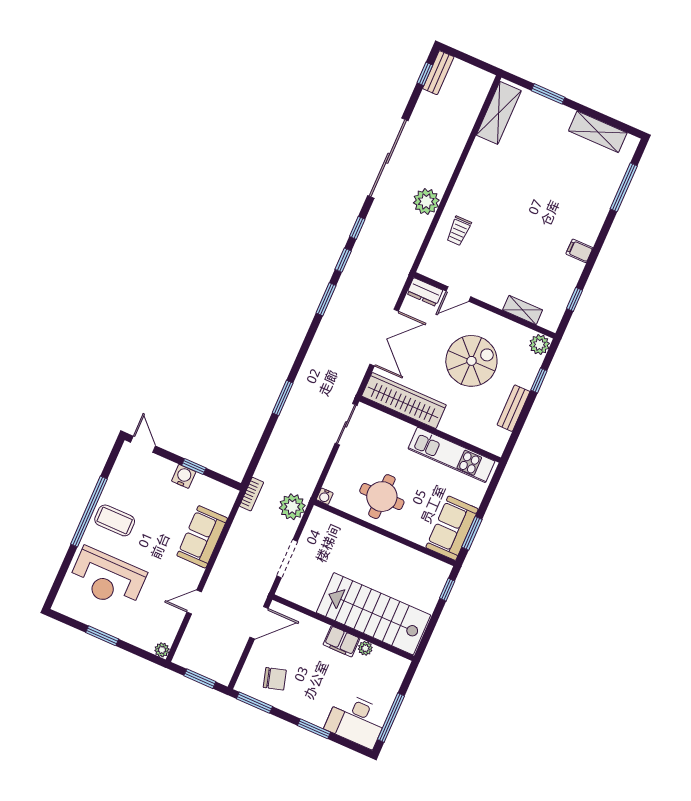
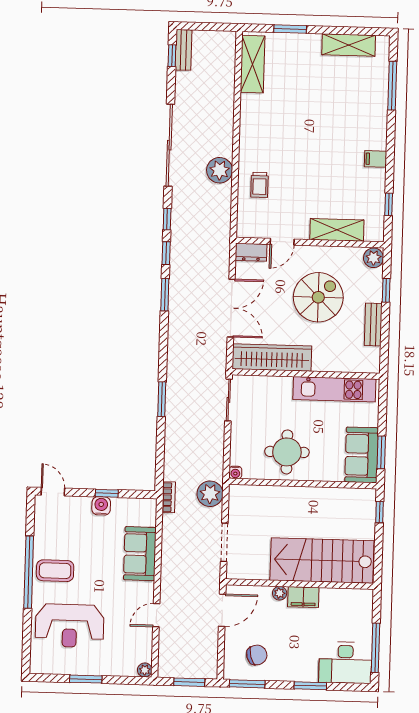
shelving: (523, 310) -> (337, 230), width x1.50, depth x1.33
plant: (365, 648) -> (280, 593), moved

